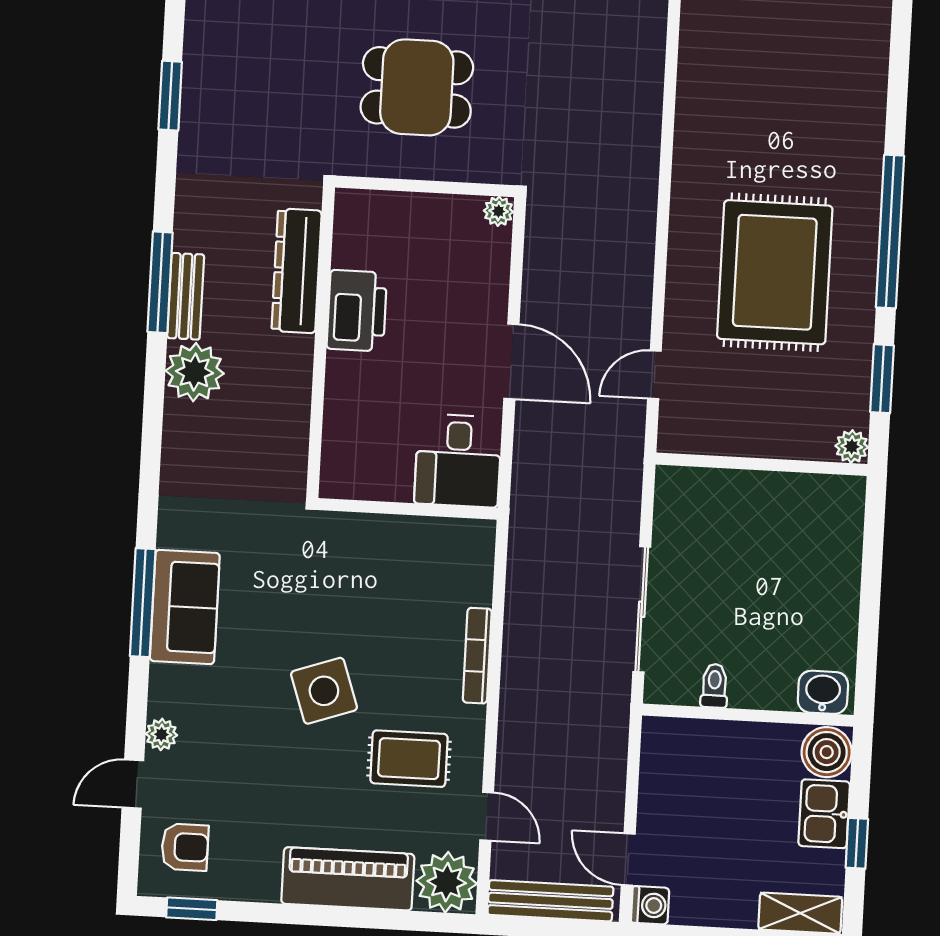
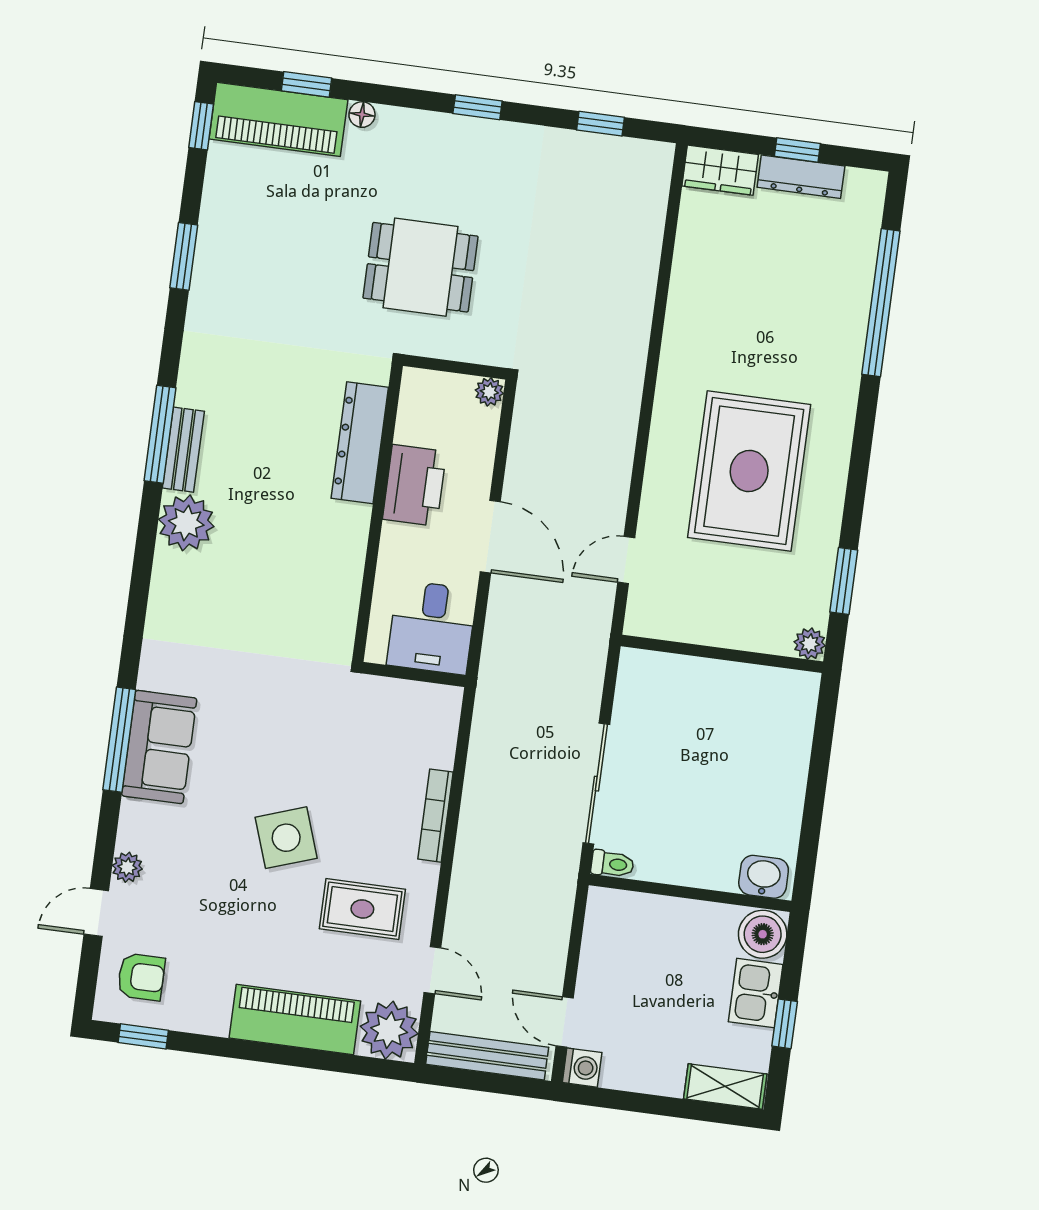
window: (890, 232) -> (881, 303), moved
dresser: (297, 271) -> (360, 443), moved
printer: (357, 311) -> (414, 485), moved
wall: (321, 342) -> (377, 513), moved
toilet: (714, 686) -> (612, 864), moved, turned 90

